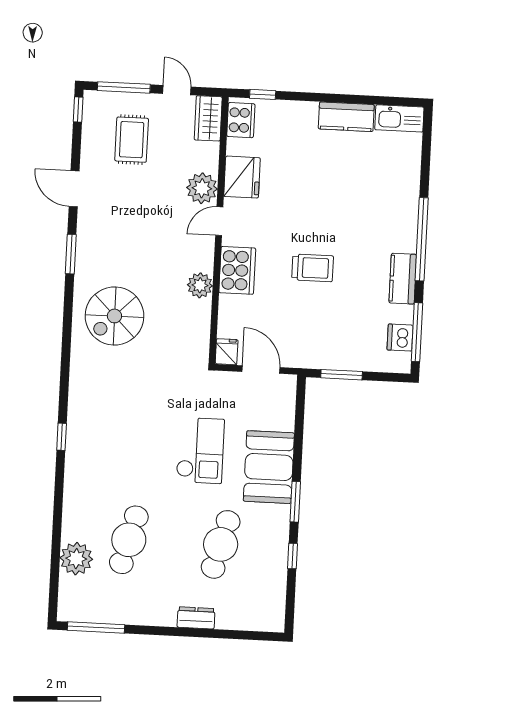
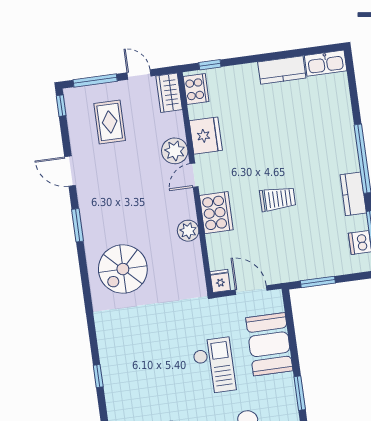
booth: (269, 467) -> (269, 344), moved

